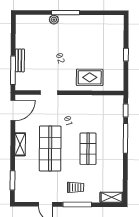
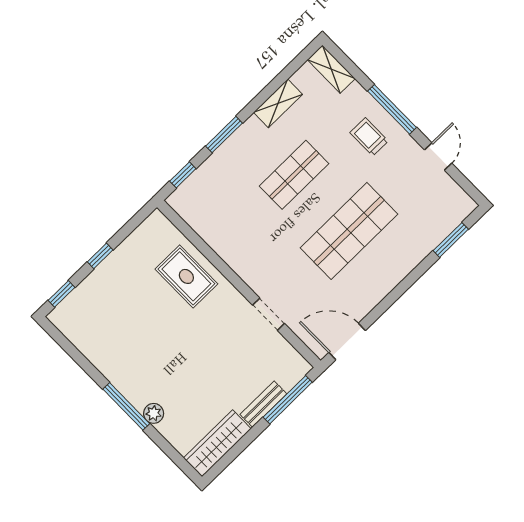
window: (126, 29) -> (61, 294), added
wardrobe: (22, 31) -> (217, 443), added
window: (126, 138) -> (224, 135), width x0.69
shelving: (20, 144) -> (278, 103), moved

